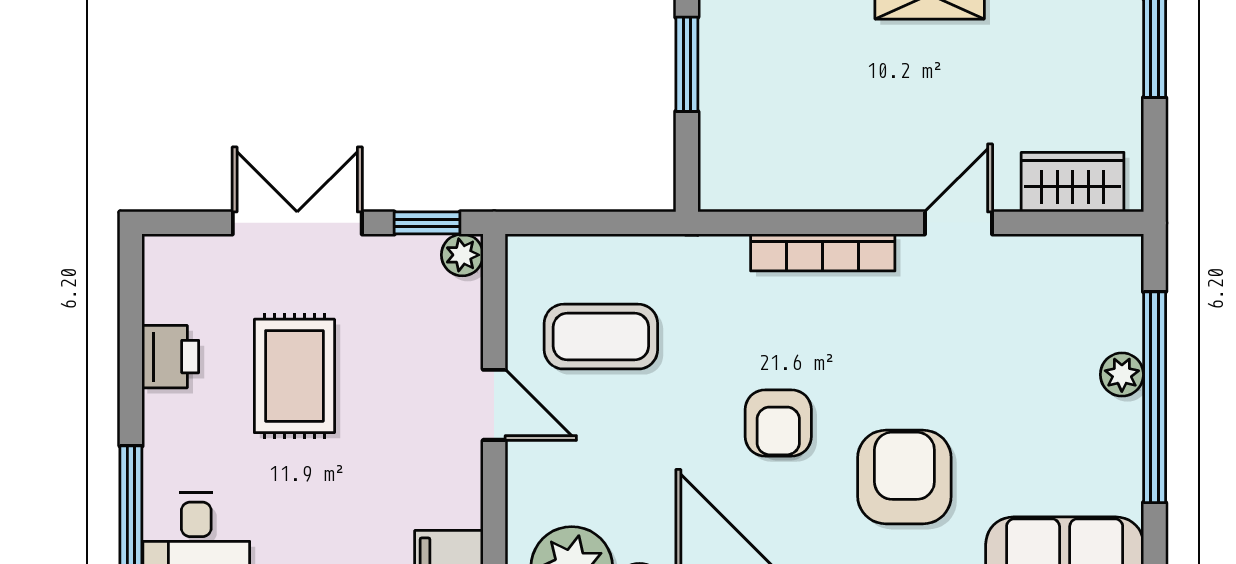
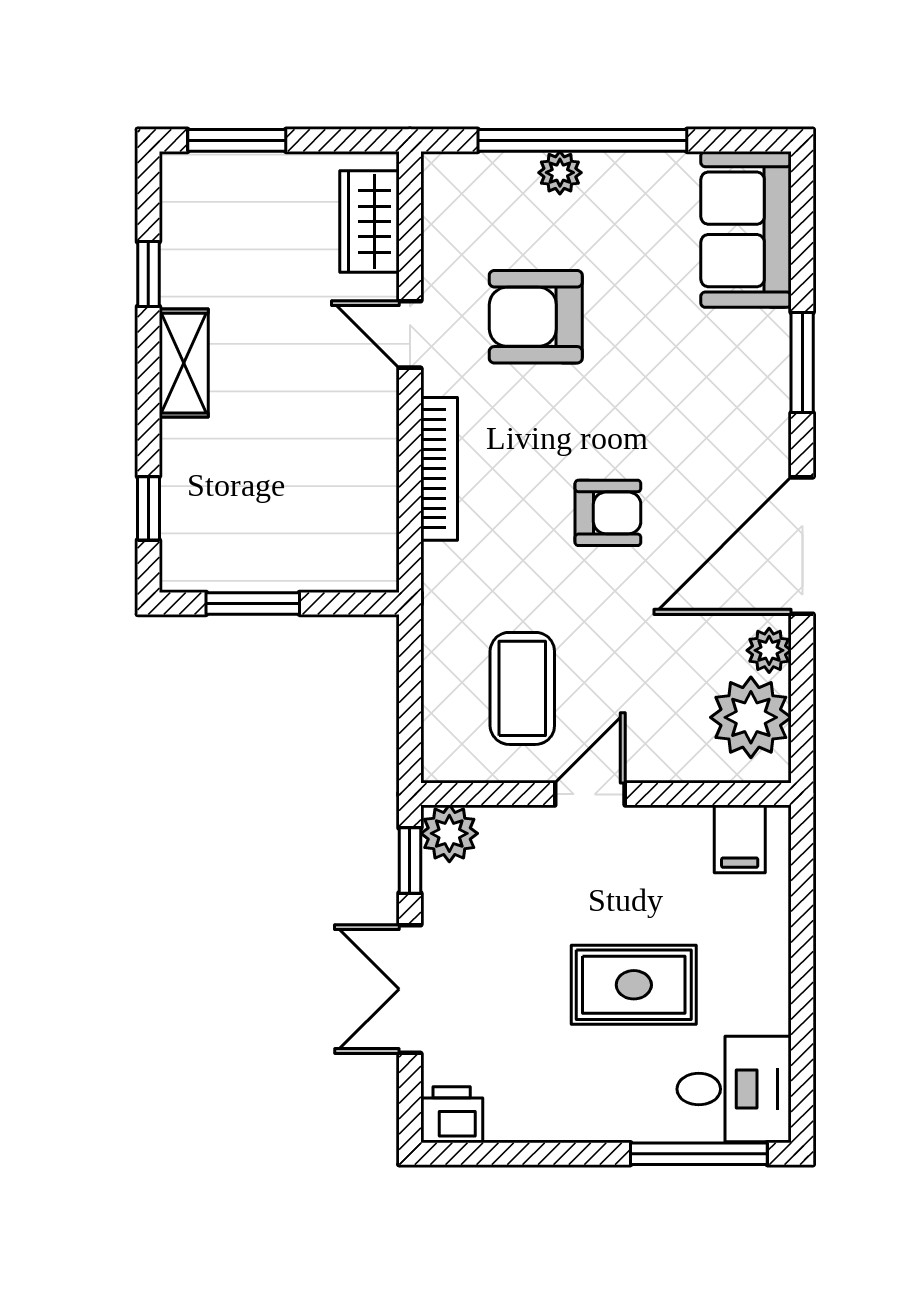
plant: (462, 255) -> (449, 833), width x1.38, depth x1.38
printer: (170, 357) -> (452, 1115), moved
rug: (294, 376) -> (634, 985), moved
armchair: (904, 477) -> (536, 317), moved

